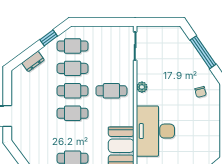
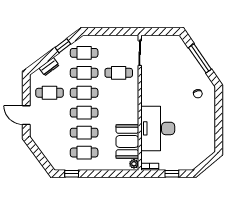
plant: (142, 87) -> (146, 89), removed
cafe table: (34, 91) -> (50, 93), added
cafe table: (111, 91) -> (119, 73), moved
cafe table: (73, 136) -> (84, 133), added

